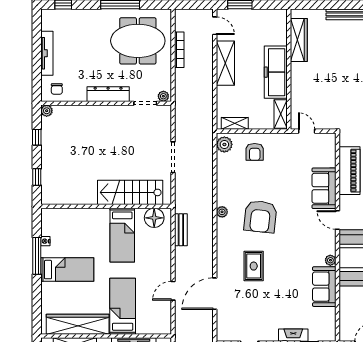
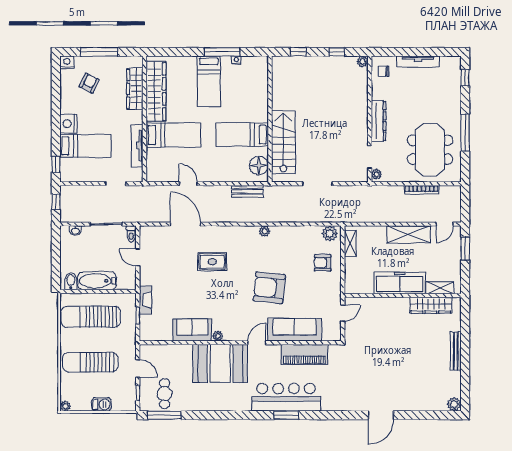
shelving: (281, 114) -> (440, 288), moved
sofa: (324, 188) -> (295, 330), width x1.36
armchair: (260, 217) -> (269, 288), moved

